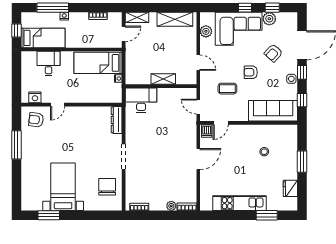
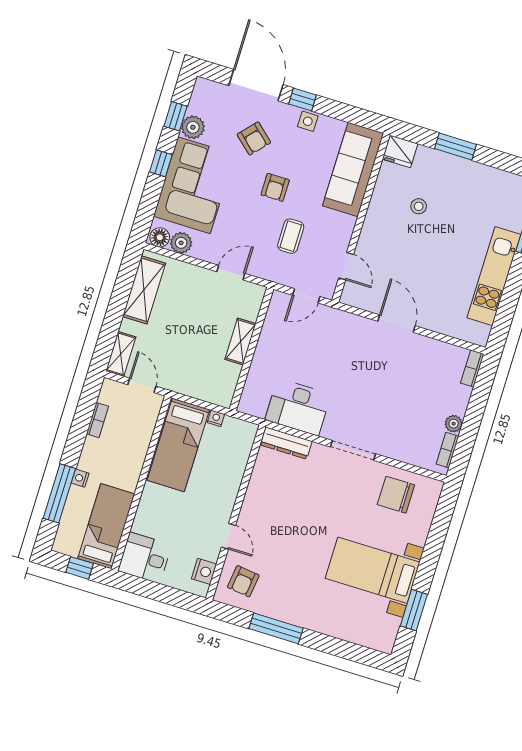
floor lamp: (205, 19) -> (160, 237), added
desk: (49, 64) -> (145, 558), moved
desk: (141, 100) -> (298, 407), moved, turned -90
window: (302, 100) -> (350, 114), removed
dishwasher: (207, 131) -> (353, 294), removed
fridge: (290, 188) -> (400, 151), moved
plant: (171, 206) -> (454, 424), moved

